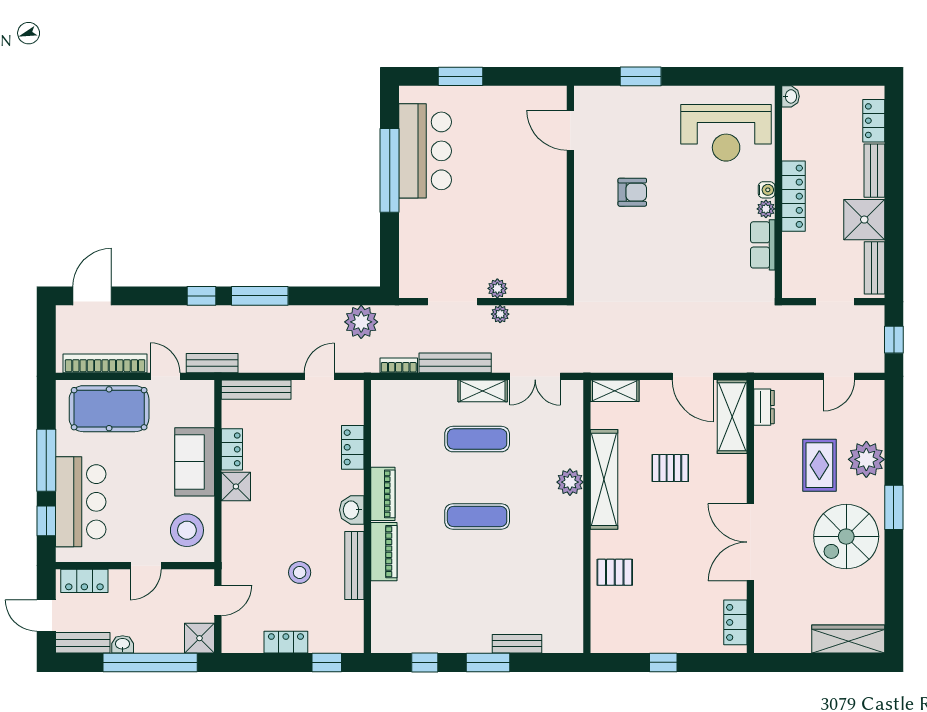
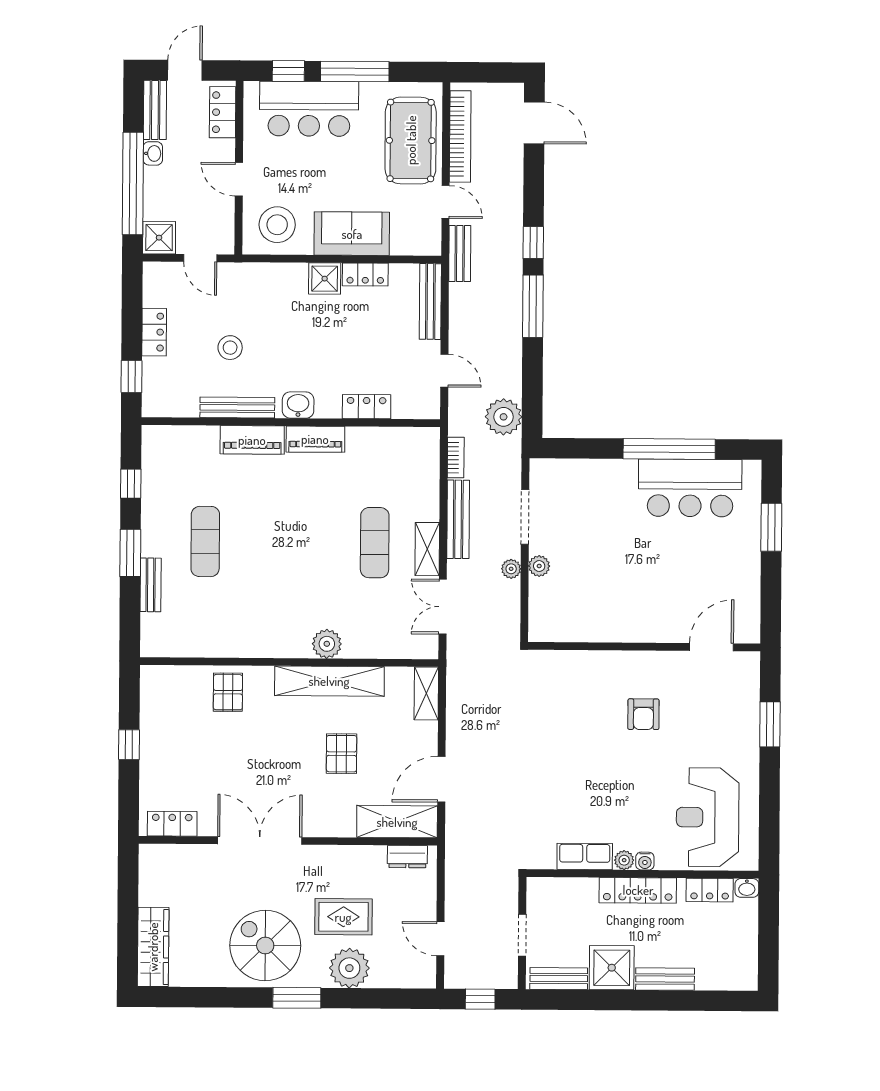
locker: (874, 121) -> (710, 890), moved, turned 180
door: (165, 376) -> (446, 202), hinge flipped
exercise mat: (477, 516) -> (205, 541), moved

